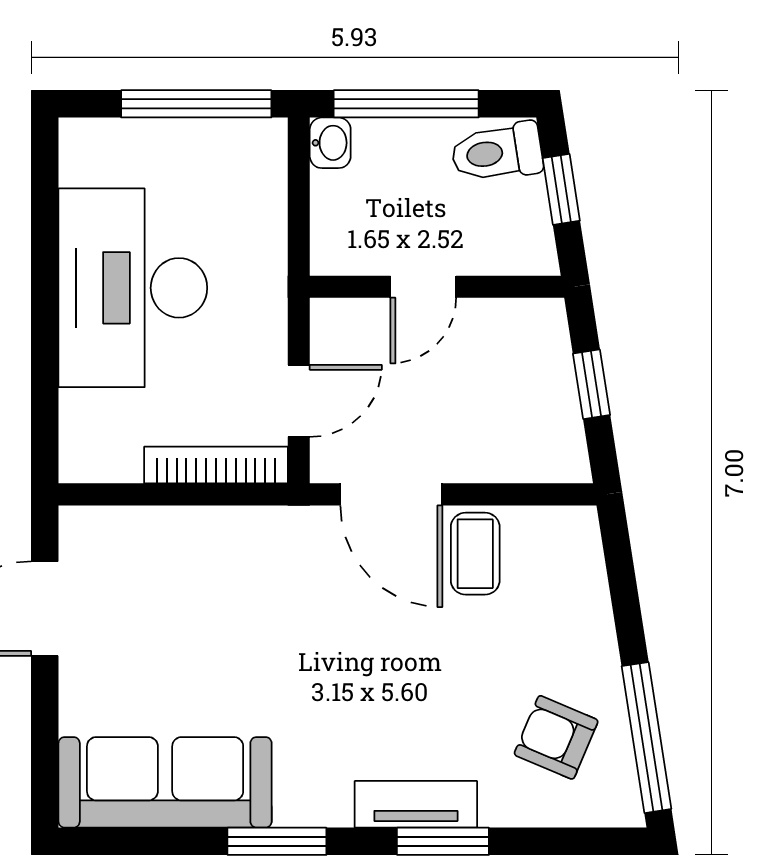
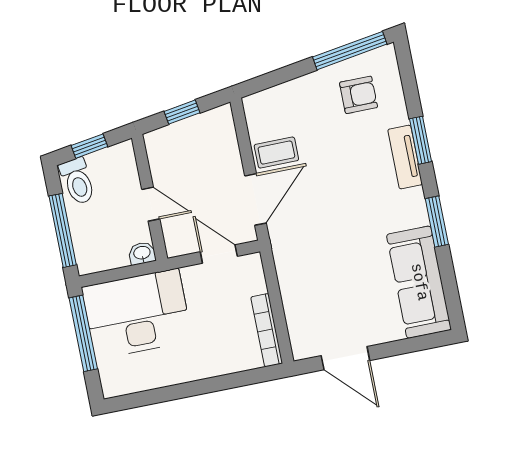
washbasin: (330, 143) -> (142, 253), moved
desk: (133, 288) -> (137, 314), moved, turned 180
bookcase: (216, 465) -> (267, 330), moved
armchair: (556, 737) -> (359, 95), turned -113

